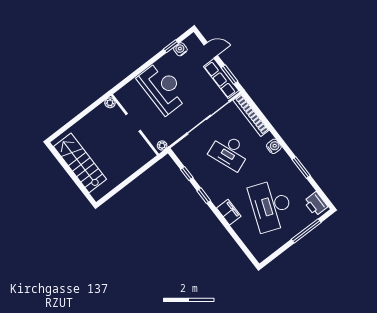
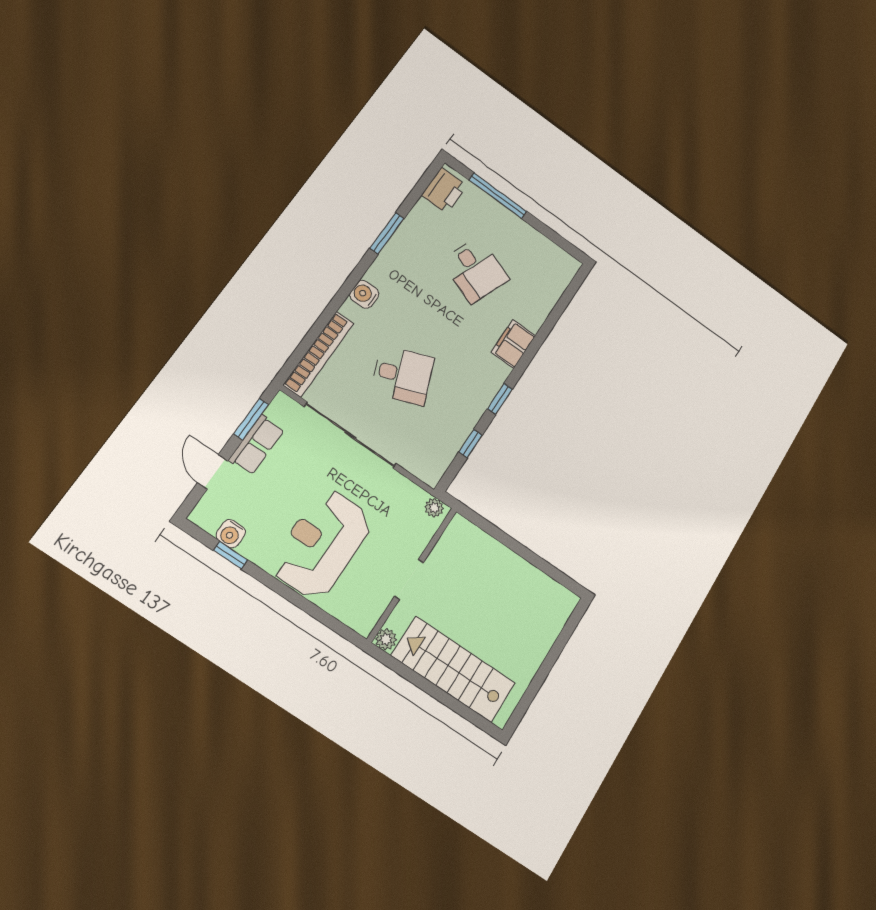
row of seats: (221, 79) -> (257, 445), width x0.68
desk: (229, 152) -> (403, 375), width x0.73
stairs: (80, 163) -> (453, 669), moved, turned 90
desk: (271, 206) -> (475, 270), width x0.53, depth x0.77

